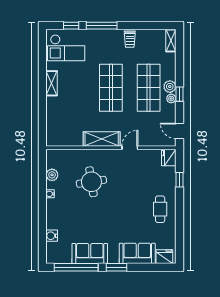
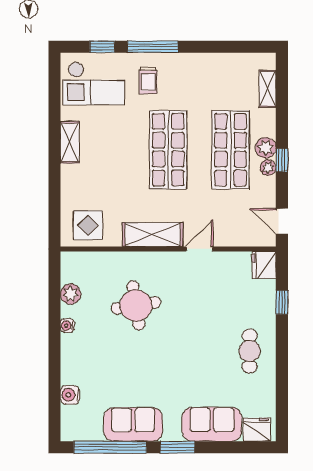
trolley: (130, 39) -> (148, 80), moved
shelving: (171, 41) -> (268, 89), moved
display table: (63, 133) -> (88, 225), added

